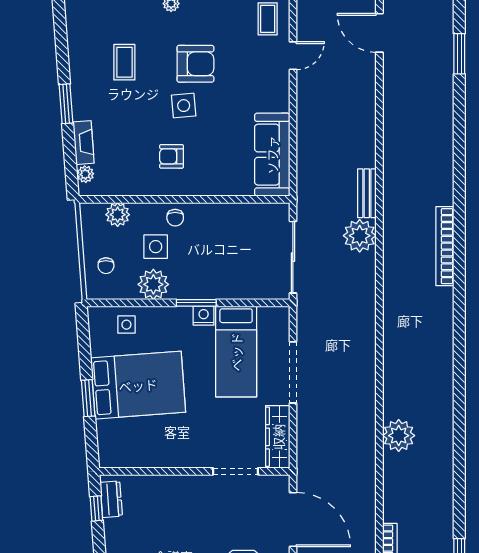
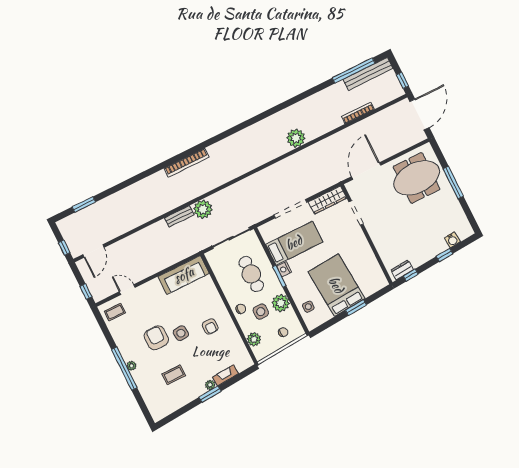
plant: (85, 174) -> (210, 385), moved
cafe table: (221, 261) -> (251, 274), added

